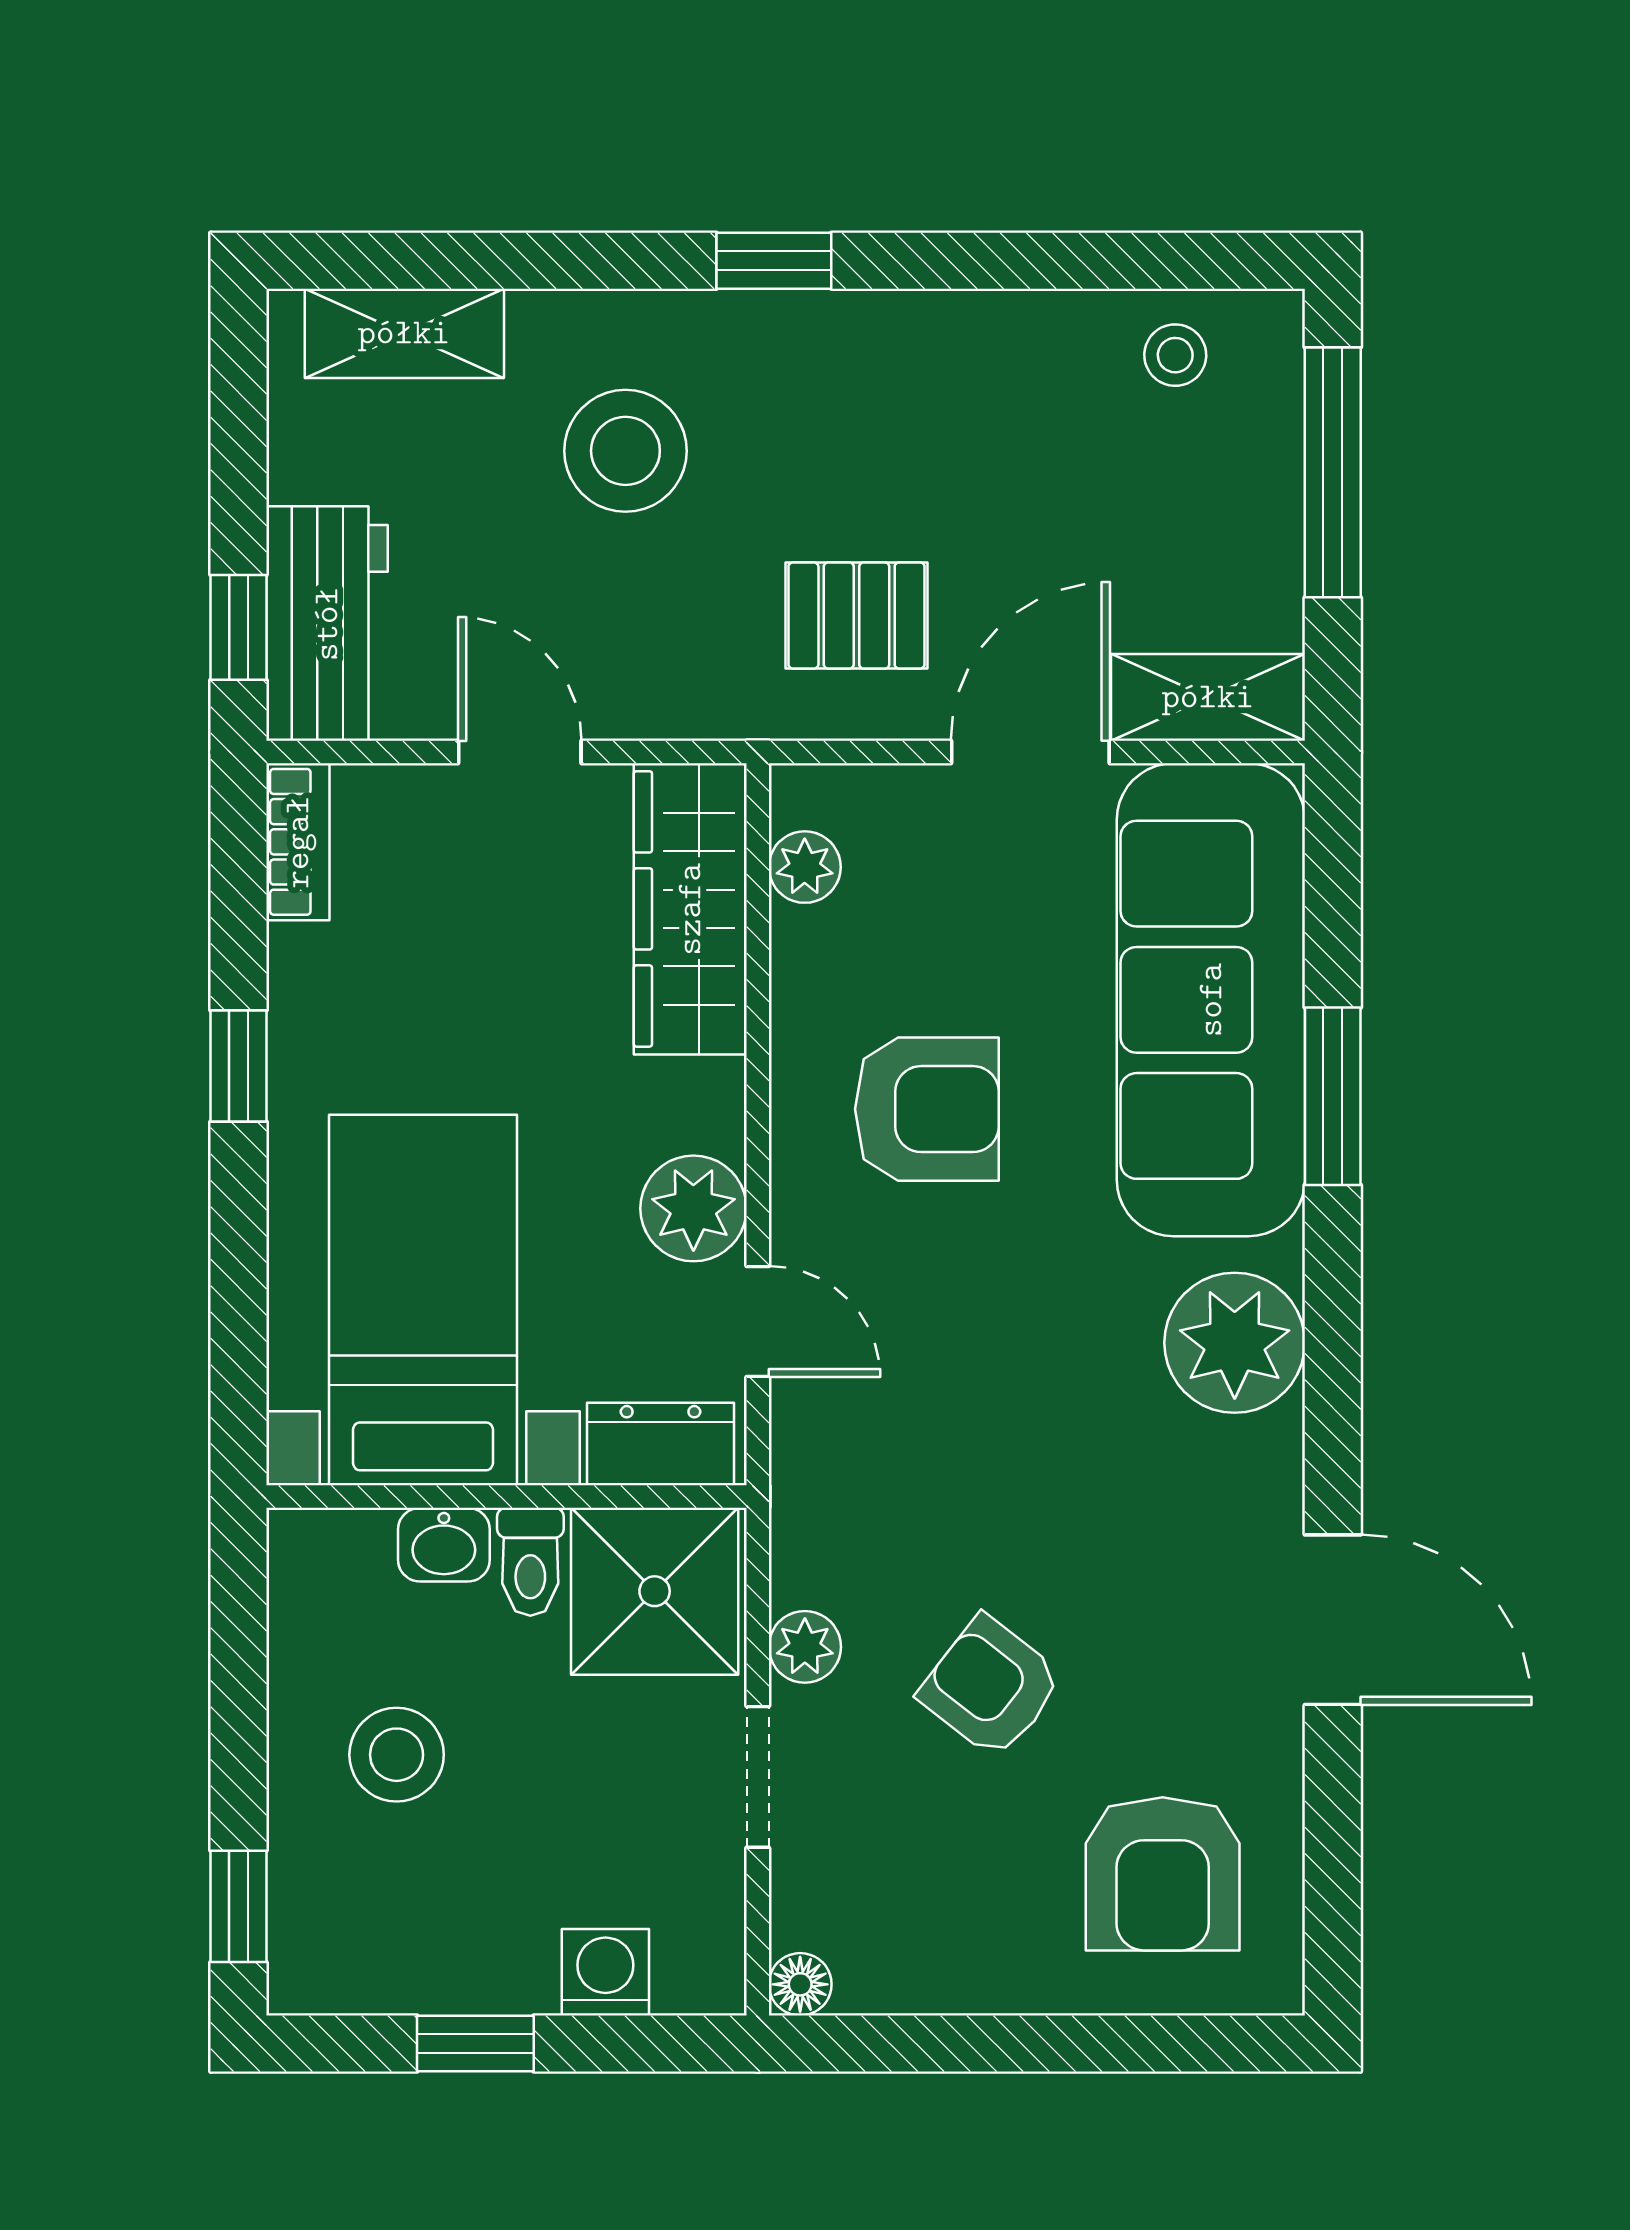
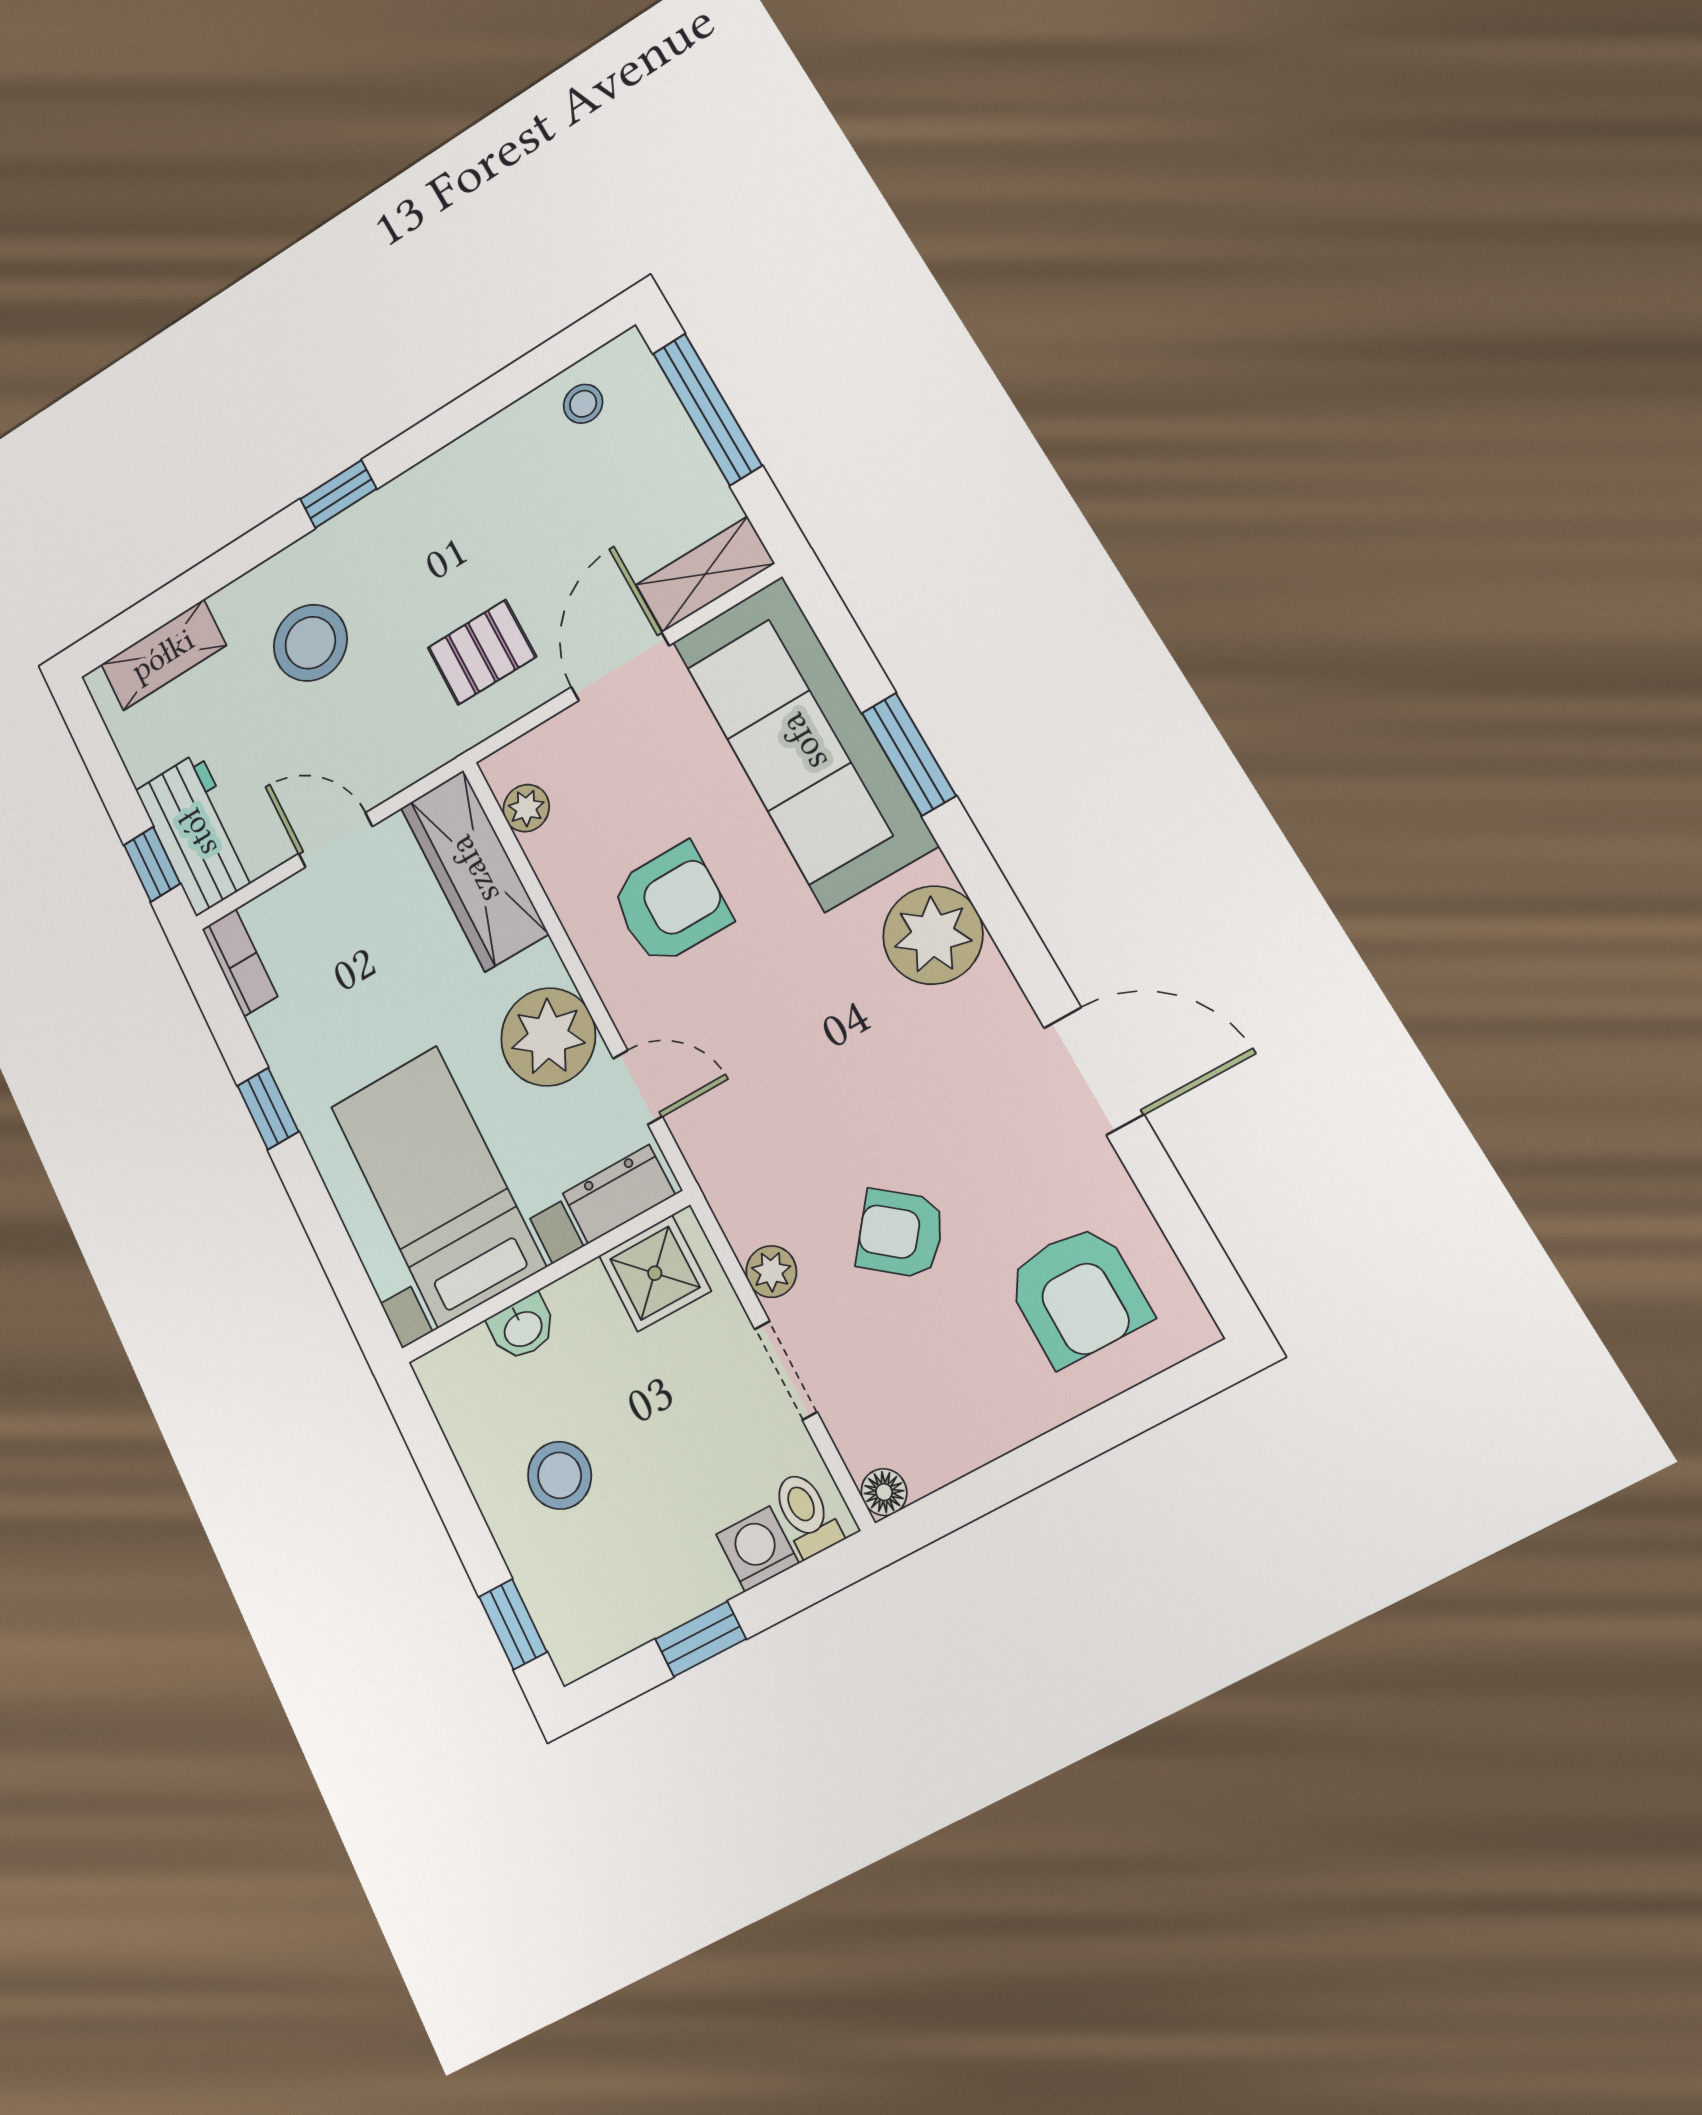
plant: (693, 1208) -> (548, 1037), width x1.36, depth x1.36
toilet: (530, 1562) -> (806, 1514), moved, turned 180
shower: (655, 1591) -> (655, 1273), width x0.73, depth x0.73

